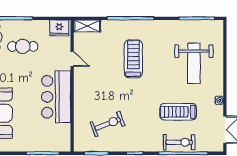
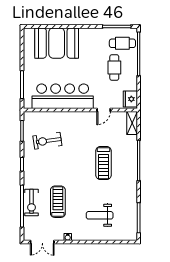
treadmill: (133, 59) -> (103, 163), turned 90
weight bench: (194, 63) -> (100, 215), width x0.73, depth x0.75
bar counter: (56, 97) -> (63, 96), width x1.36
exercise bike: (108, 124) -> (47, 141), turned 103

